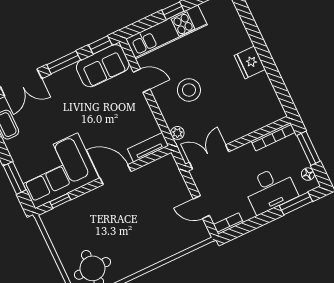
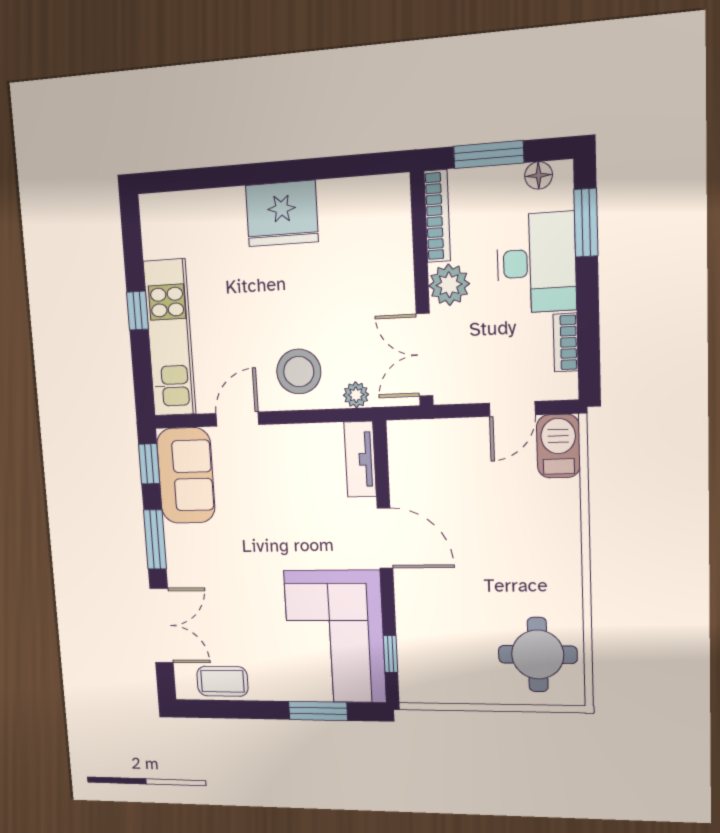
fridge: (250, 62) -> (282, 213), width x1.36, depth x1.34
stool: (189, 90) -> (299, 372), moved
plant: (245, 155) -> (449, 285), added
door: (116, 175) -> (385, 538), swing flipped
bookcase: (228, 224) -> (566, 343), moved
barbecue: (193, 235) -> (558, 446), added

